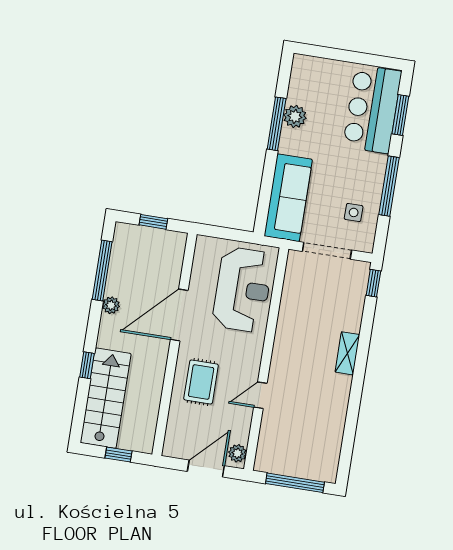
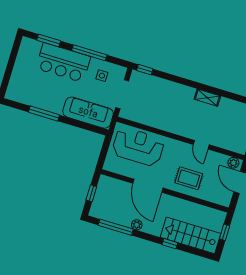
bar counter: (372, 109) -> (63, 63), moved
plant: (295, 116) -> (41, 102), removed
shelving: (347, 353) -> (207, 98), moved

